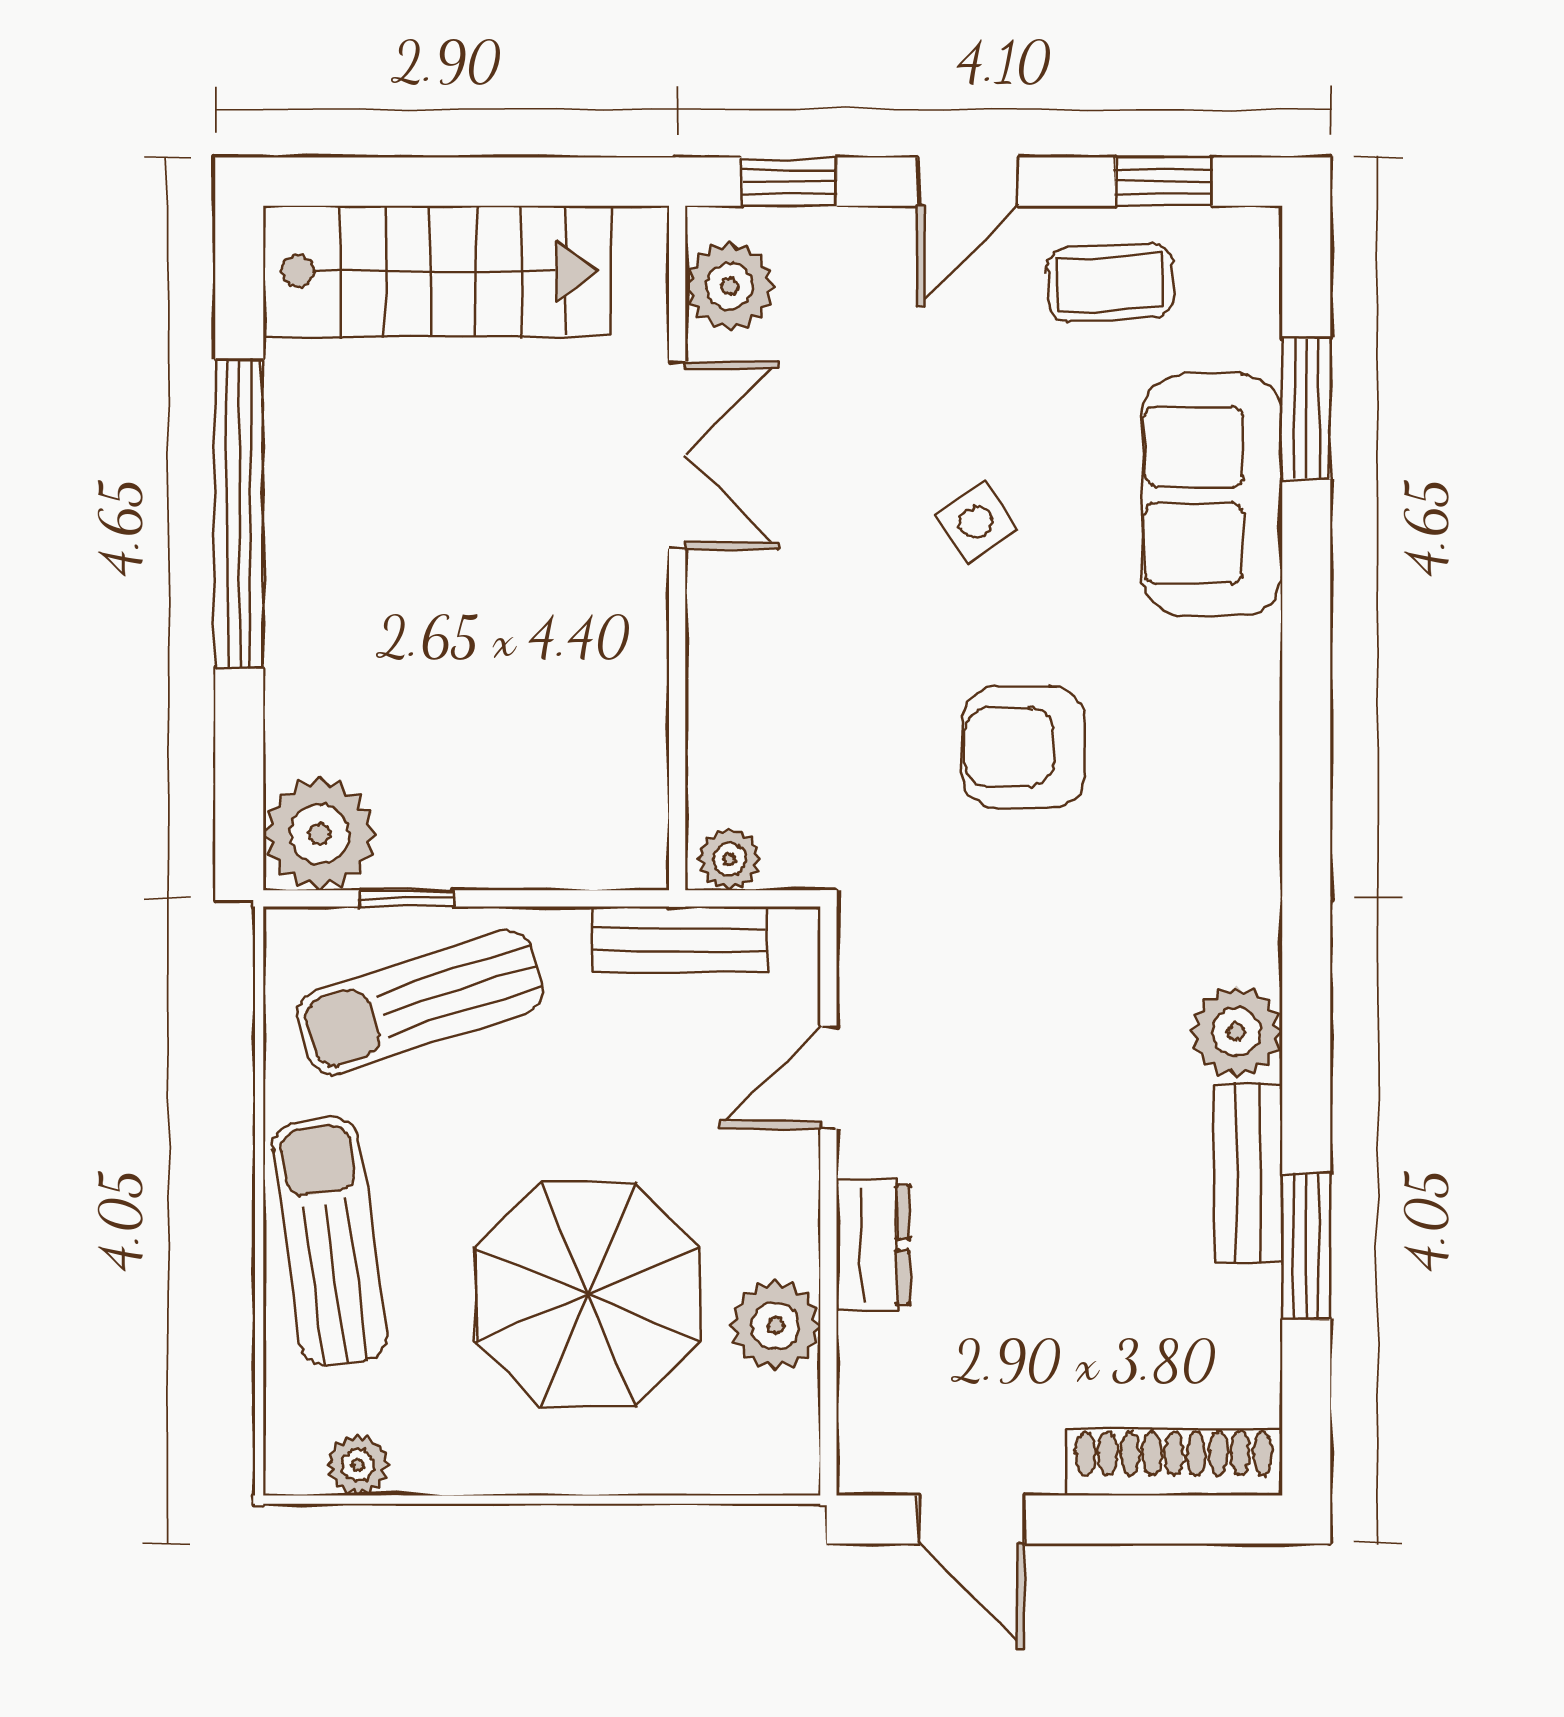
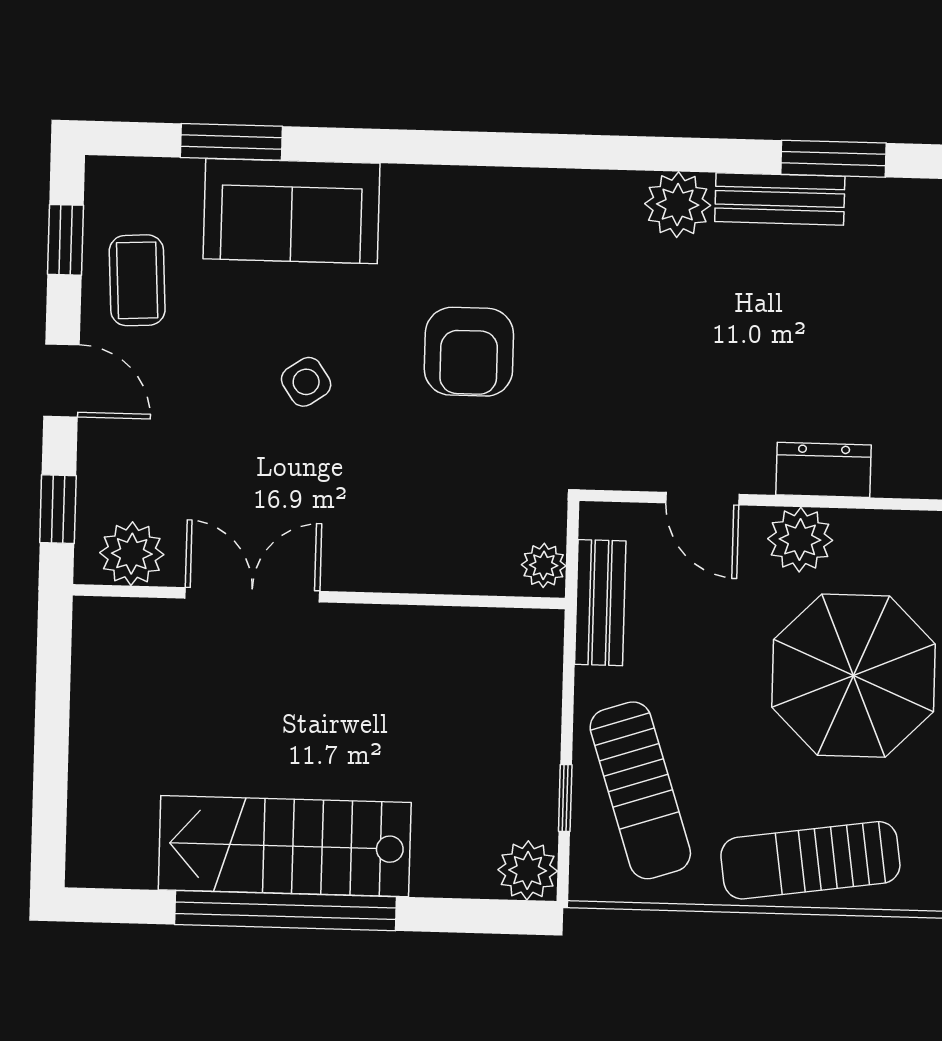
stairs: (437, 271) -> (285, 846), moved, turned -90
plant: (320, 834) -> (528, 870), width x0.73, depth x0.73
plant: (775, 1326) -> (800, 540), moved

